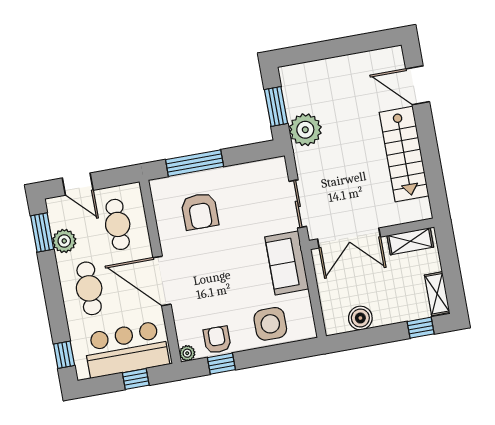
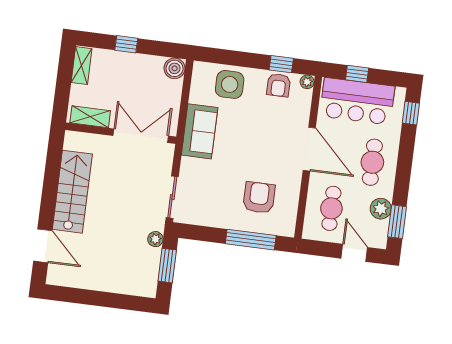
plant: (305, 130) -> (155, 239), width x0.53, depth x0.53
sliding door: (298, 204) -> (172, 197), moved
boiler: (360, 318) -> (175, 68), moved
window: (421, 328) -> (126, 44), moved

